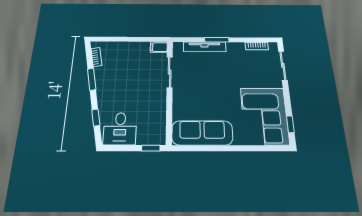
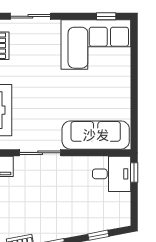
desk: (120, 129) -> (112, 174), moved
sofa: (202, 133) -> (96, 135), moved, turned 90

